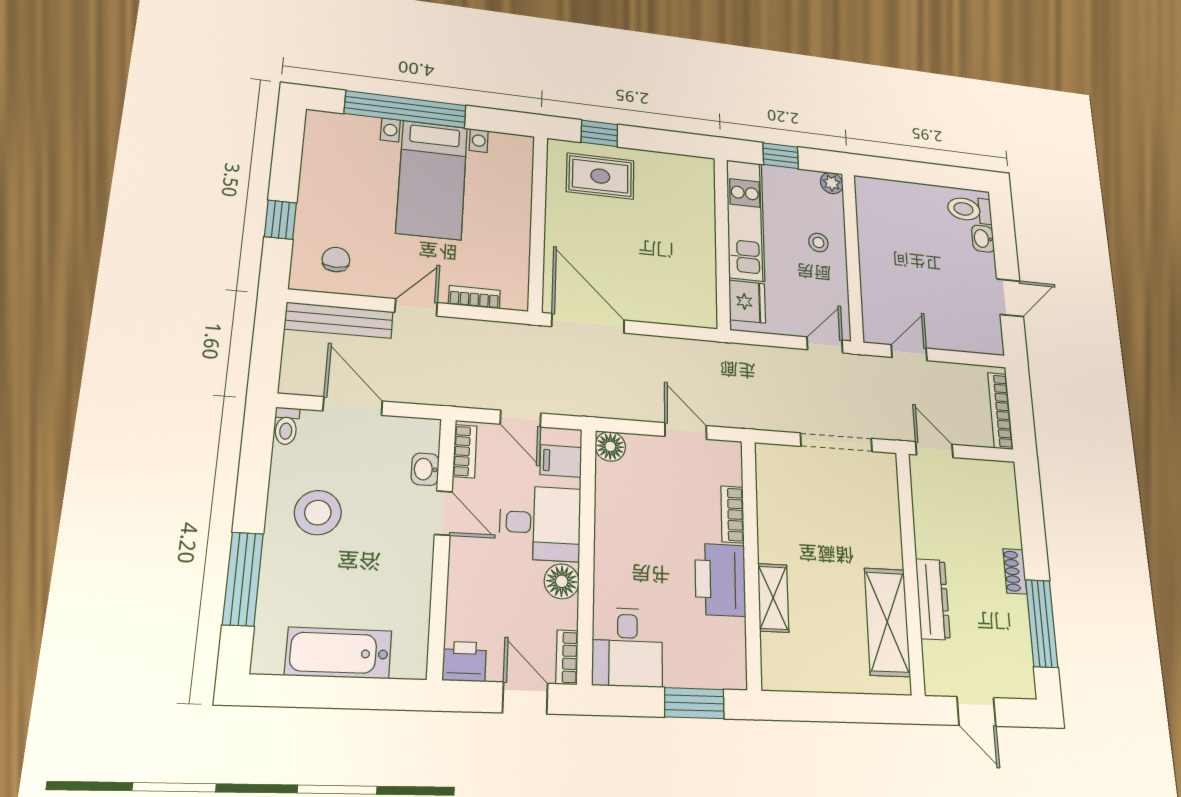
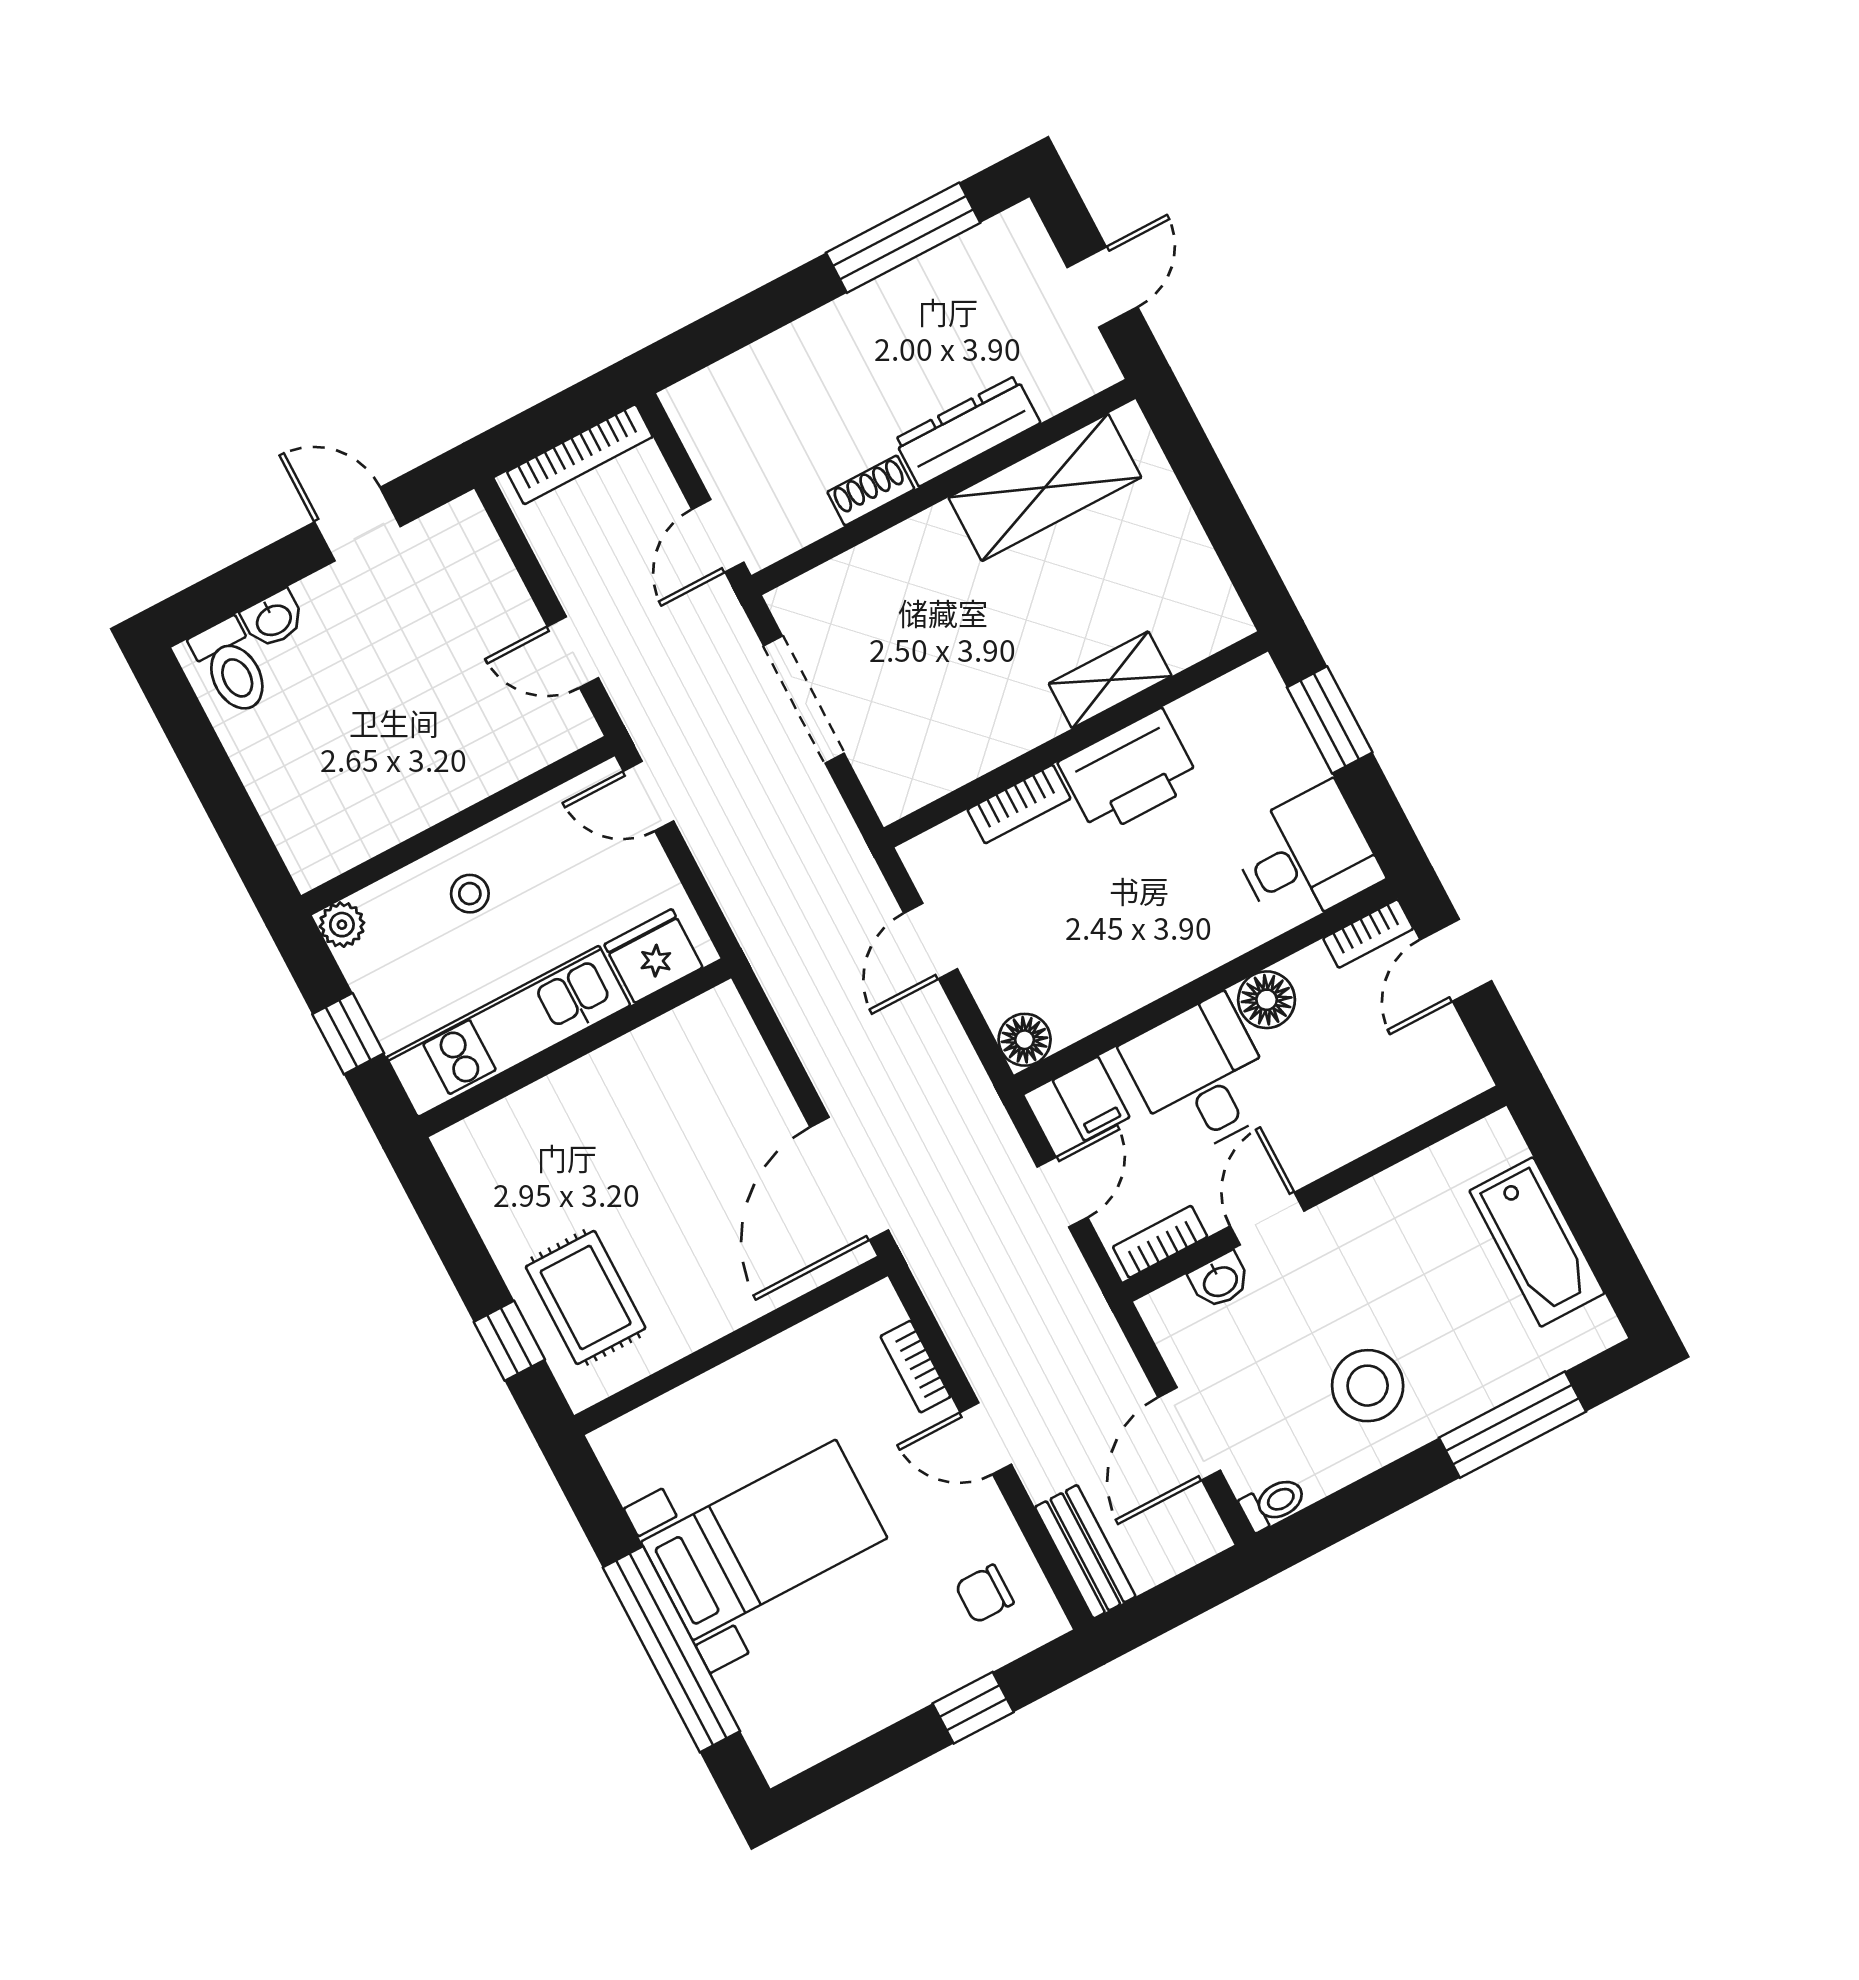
bench: (339, 320) -> (1085, 1552), width x0.73
shoe rack: (1015, 571) -> (871, 490), moved, turned 180
printer: (464, 662) -> (1454, 1070), removed

